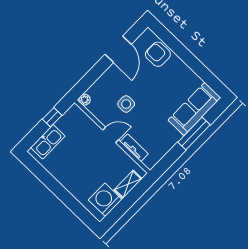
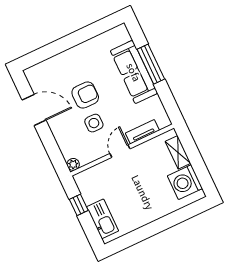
armchair: (158, 54) -> (85, 95), moved, turned 180
sofa: (194, 109) -> (134, 72), moved

